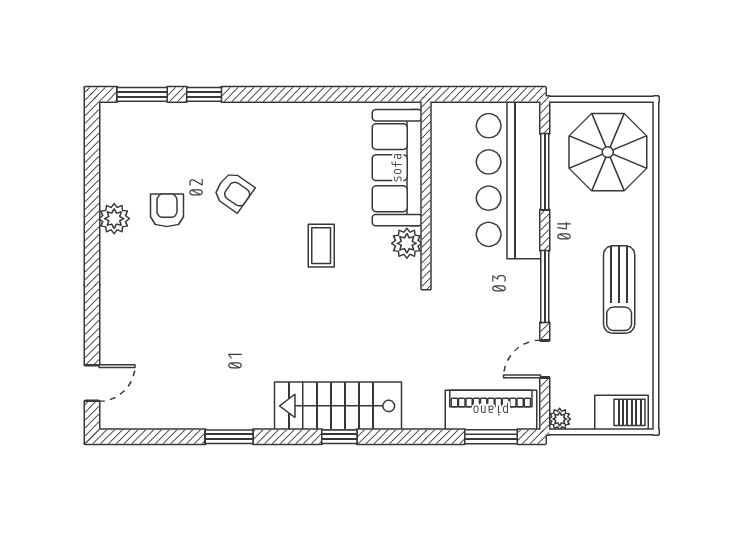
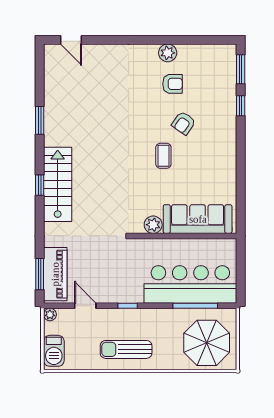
coffee table: (321, 246) -> (163, 156), moved, turned 90
window: (545, 287) -> (128, 306), width x0.46

